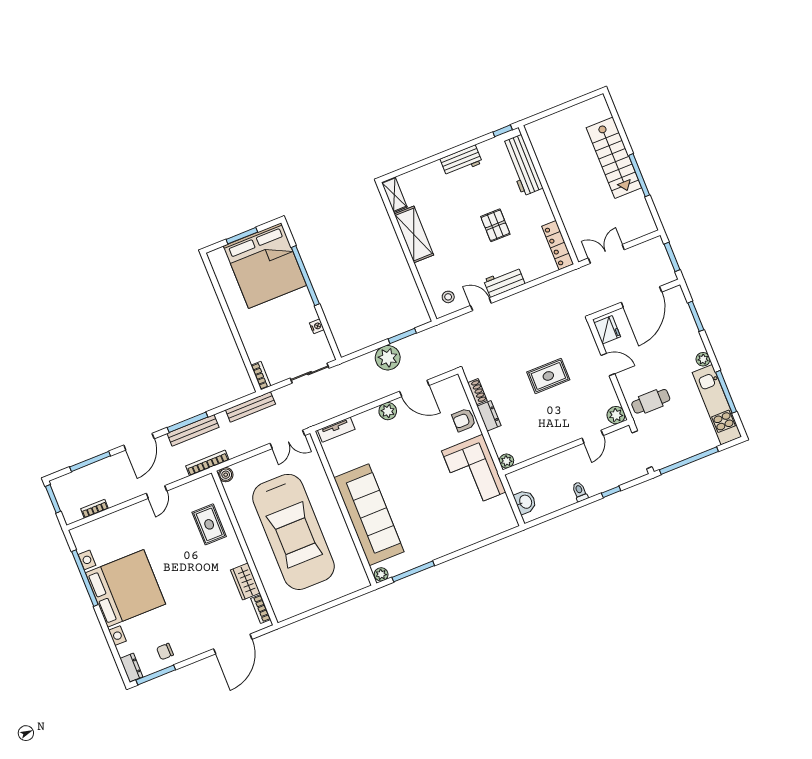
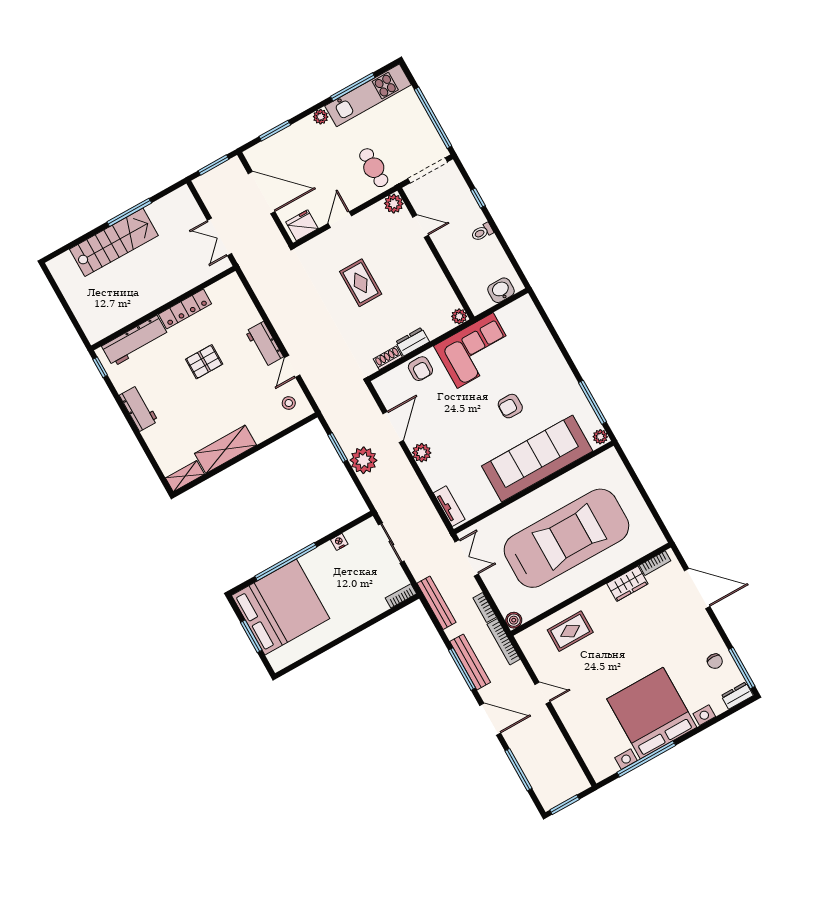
locker: (558, 245) -> (185, 309), moved
armchair: (419, 497) -> (510, 406), added
bookcase: (95, 509) -> (485, 607), moved

